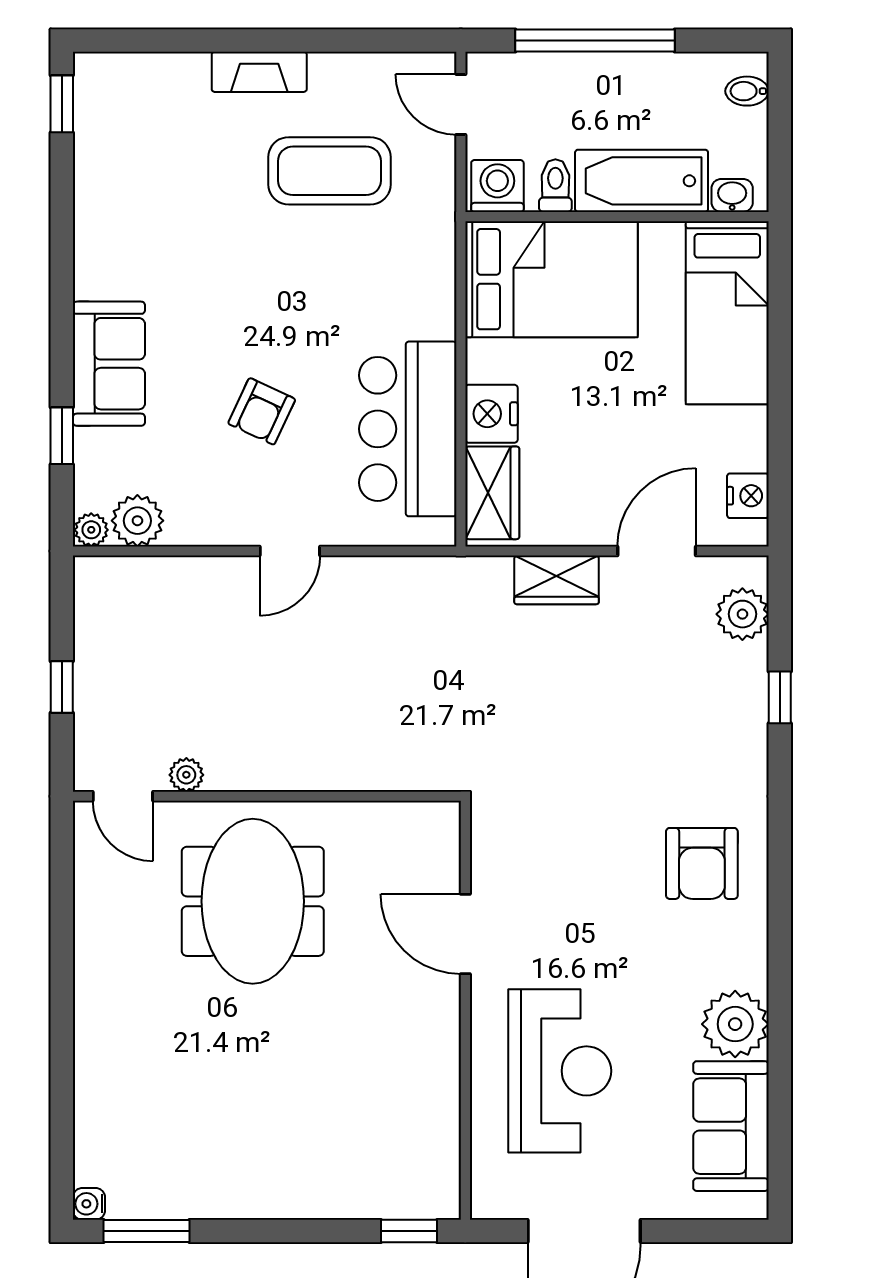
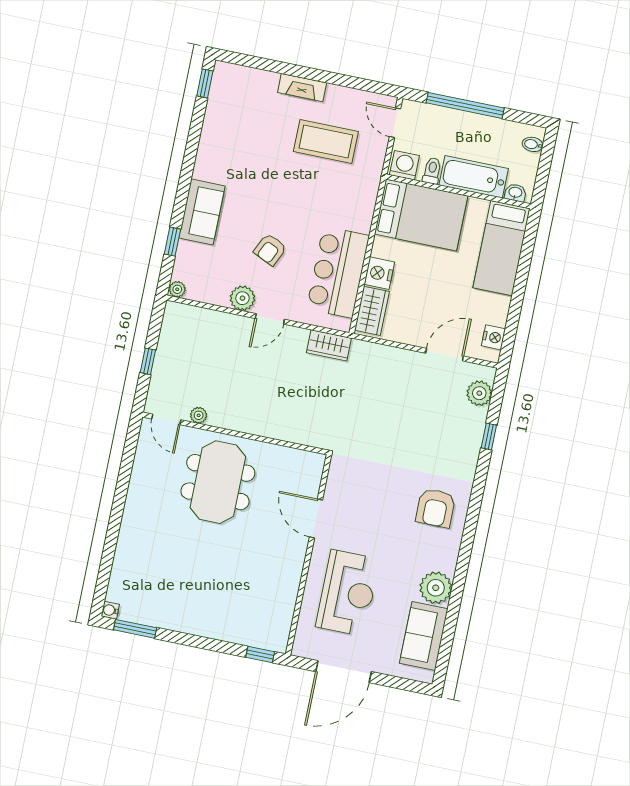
plant: (137, 521) -> (242, 298), moved
wardrobe: (557, 580) -> (329, 345), moved

